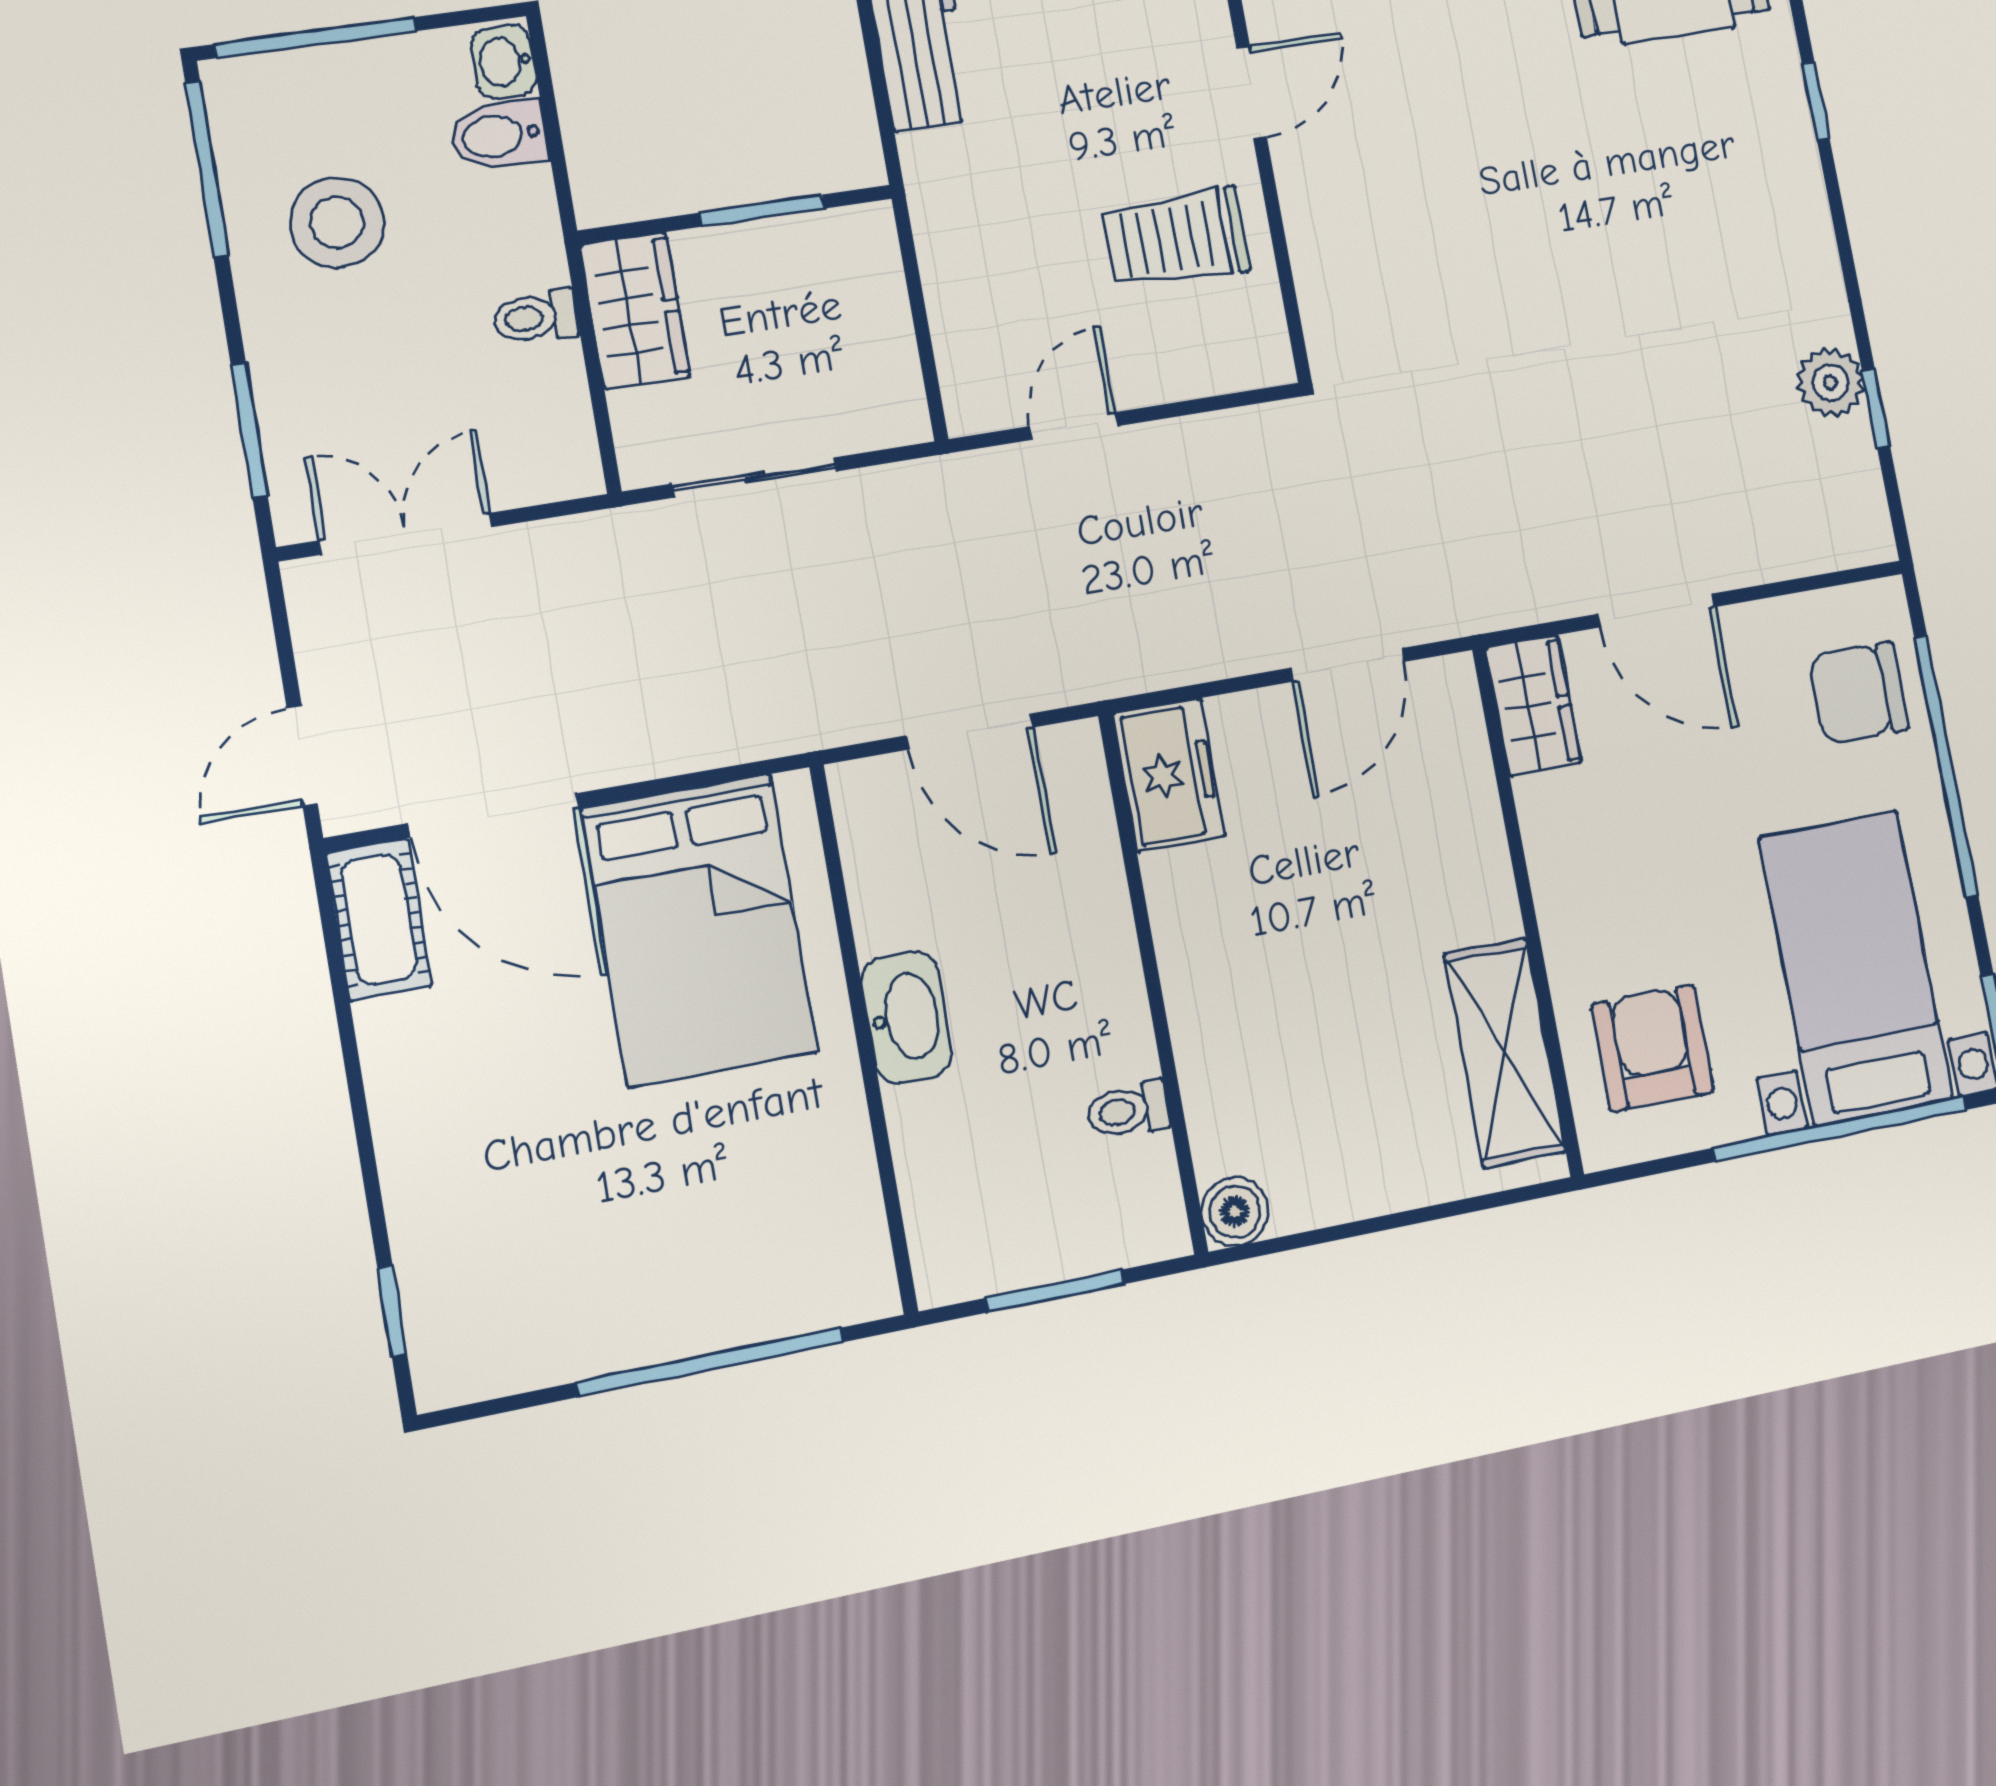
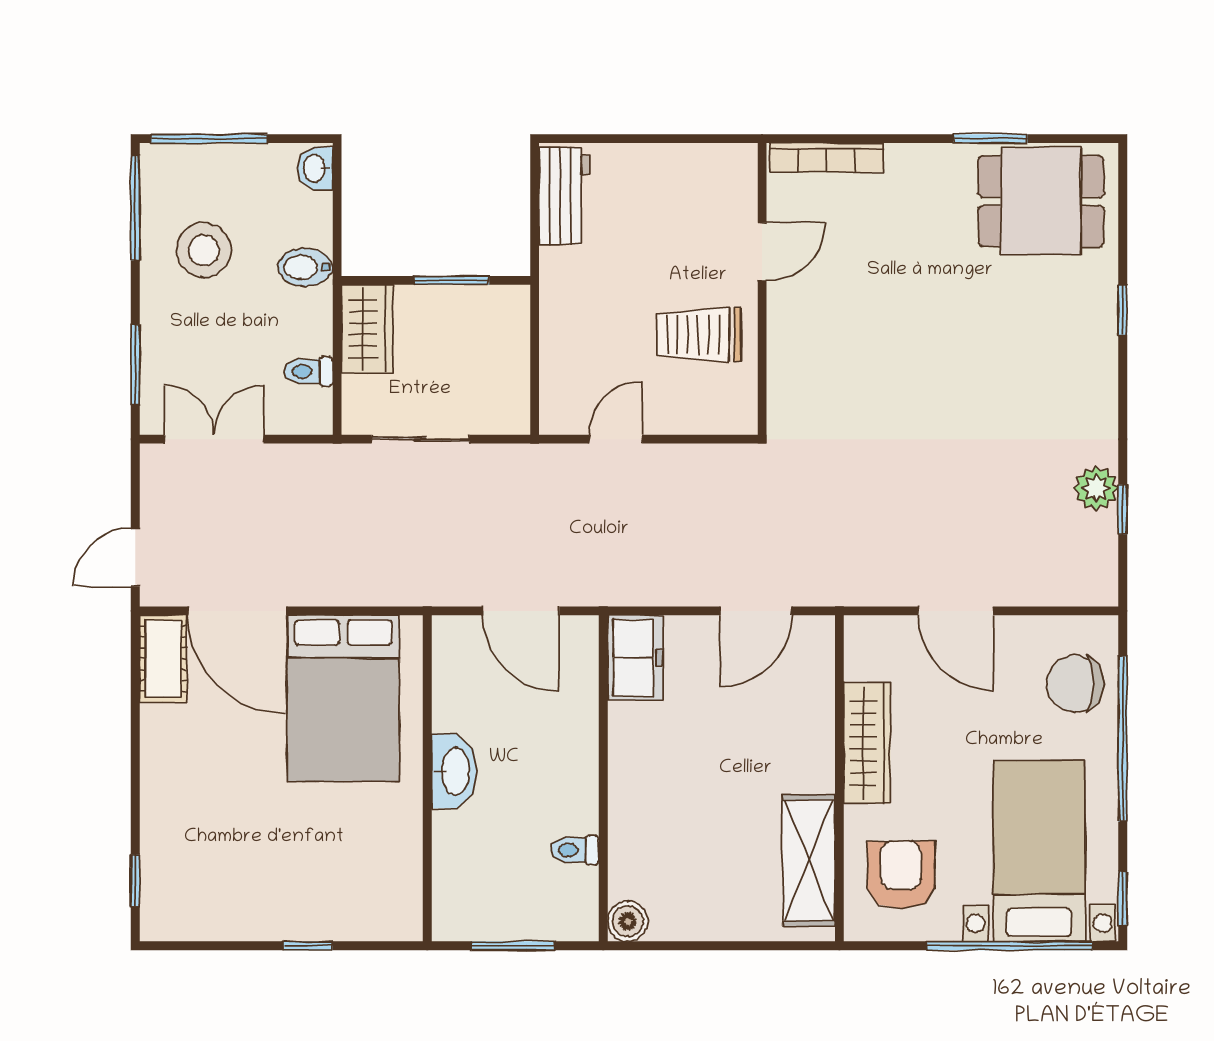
bidet: (499, 136) -> (305, 267), moved
toilet: (535, 317) -> (309, 371), moved
wardrobe: (1534, 705) -> (867, 743), moved, width x1.50
window: (711, 1362) -> (308, 946), width x0.32

